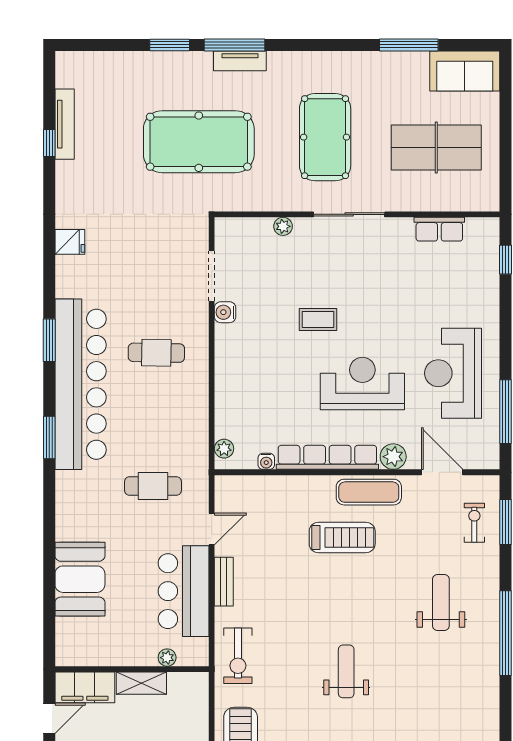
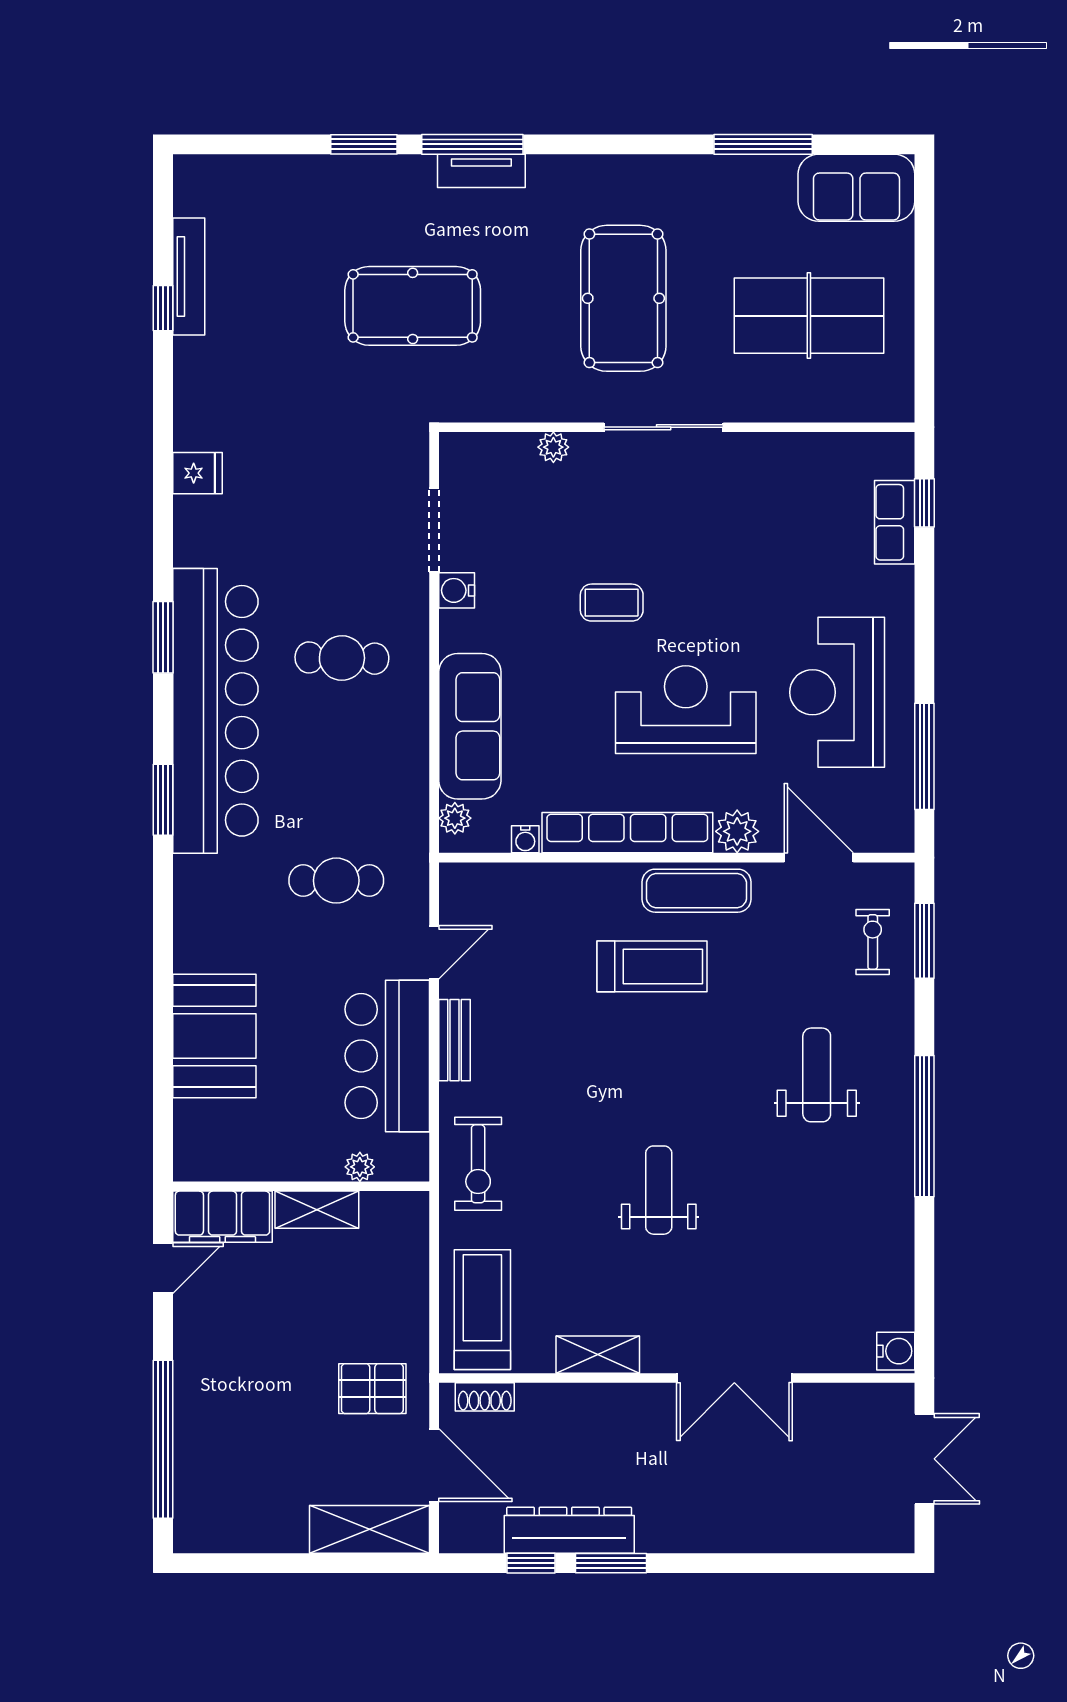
pool table: (199, 142) -> (413, 306), width x0.73, depth x0.76
row of seats: (439, 229) -> (895, 522), moved, turned 90
sofa: (233, 394) -> (470, 726), added

